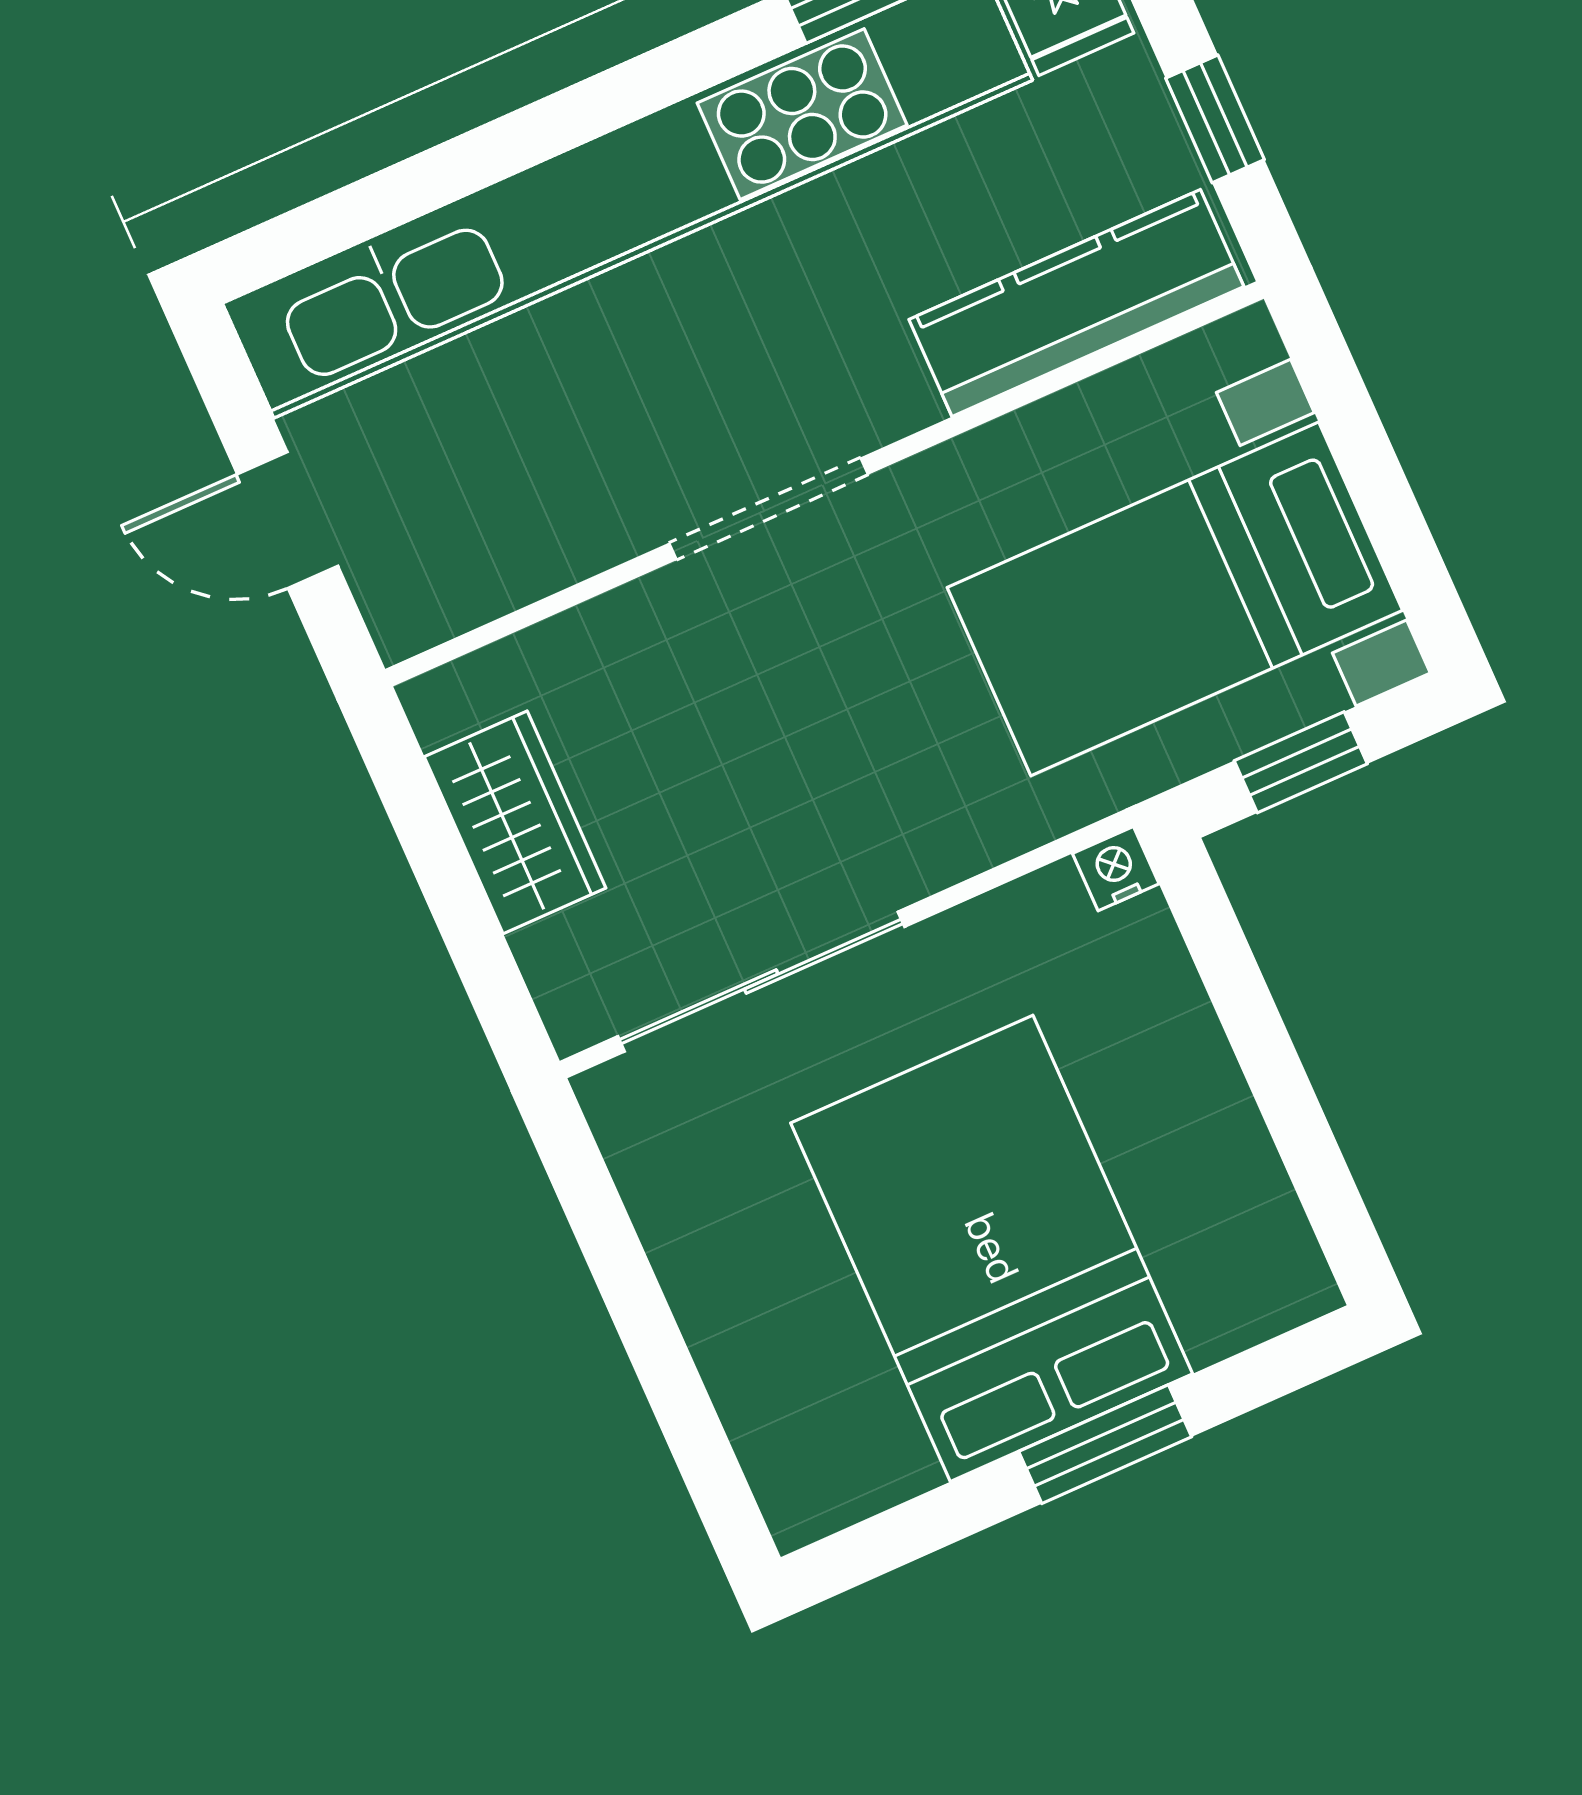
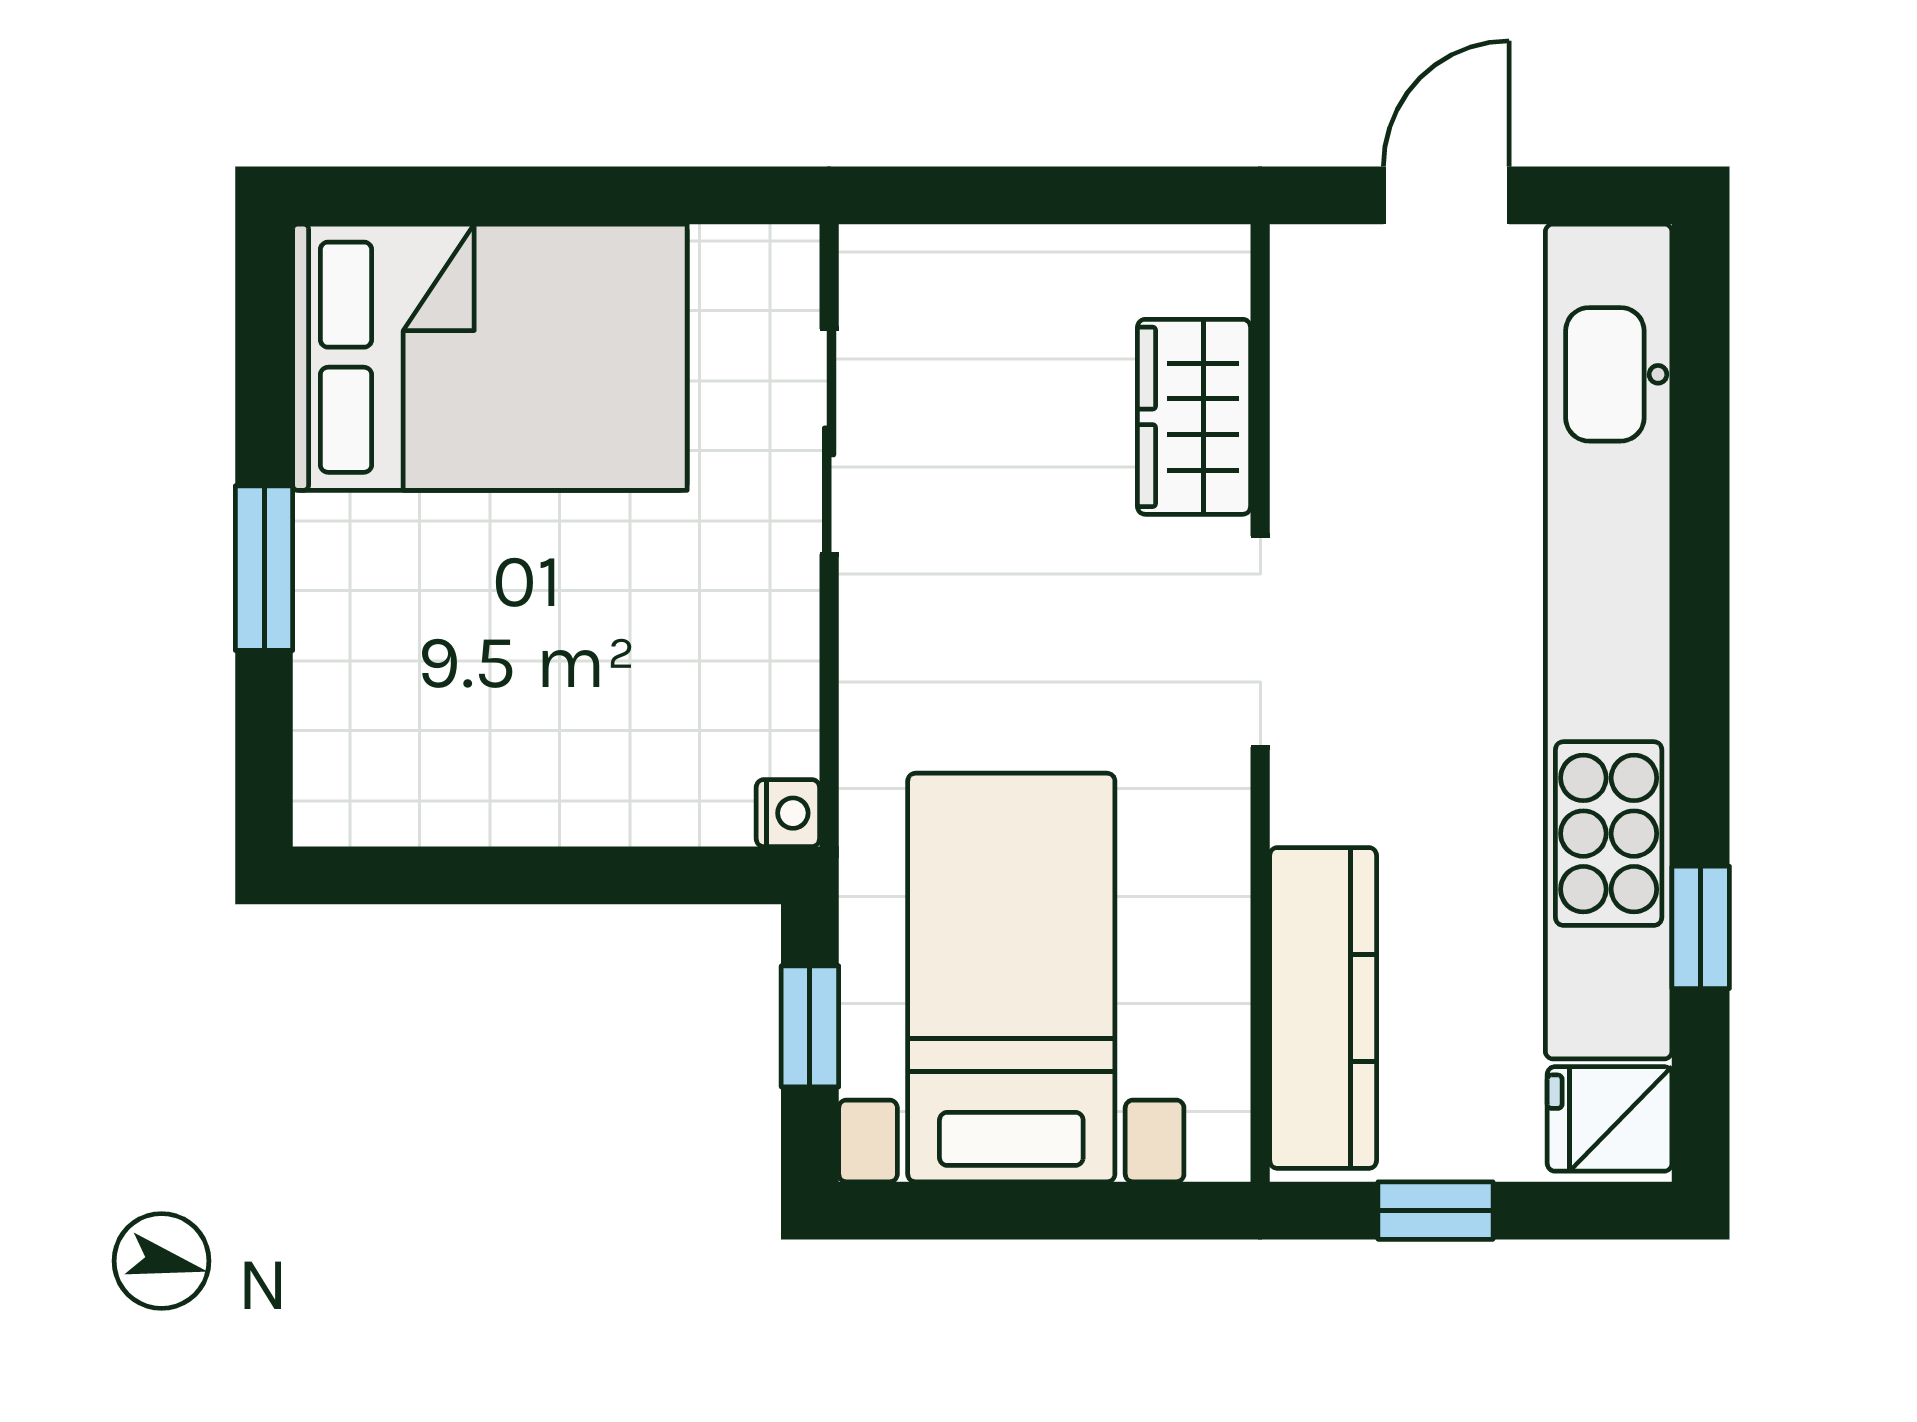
wardrobe: (515, 822) -> (1194, 417), moved, turned 90
sliding door: (761, 982) -> (829, 441), width x0.73
bed: (992, 1248) -> (490, 357), moved

